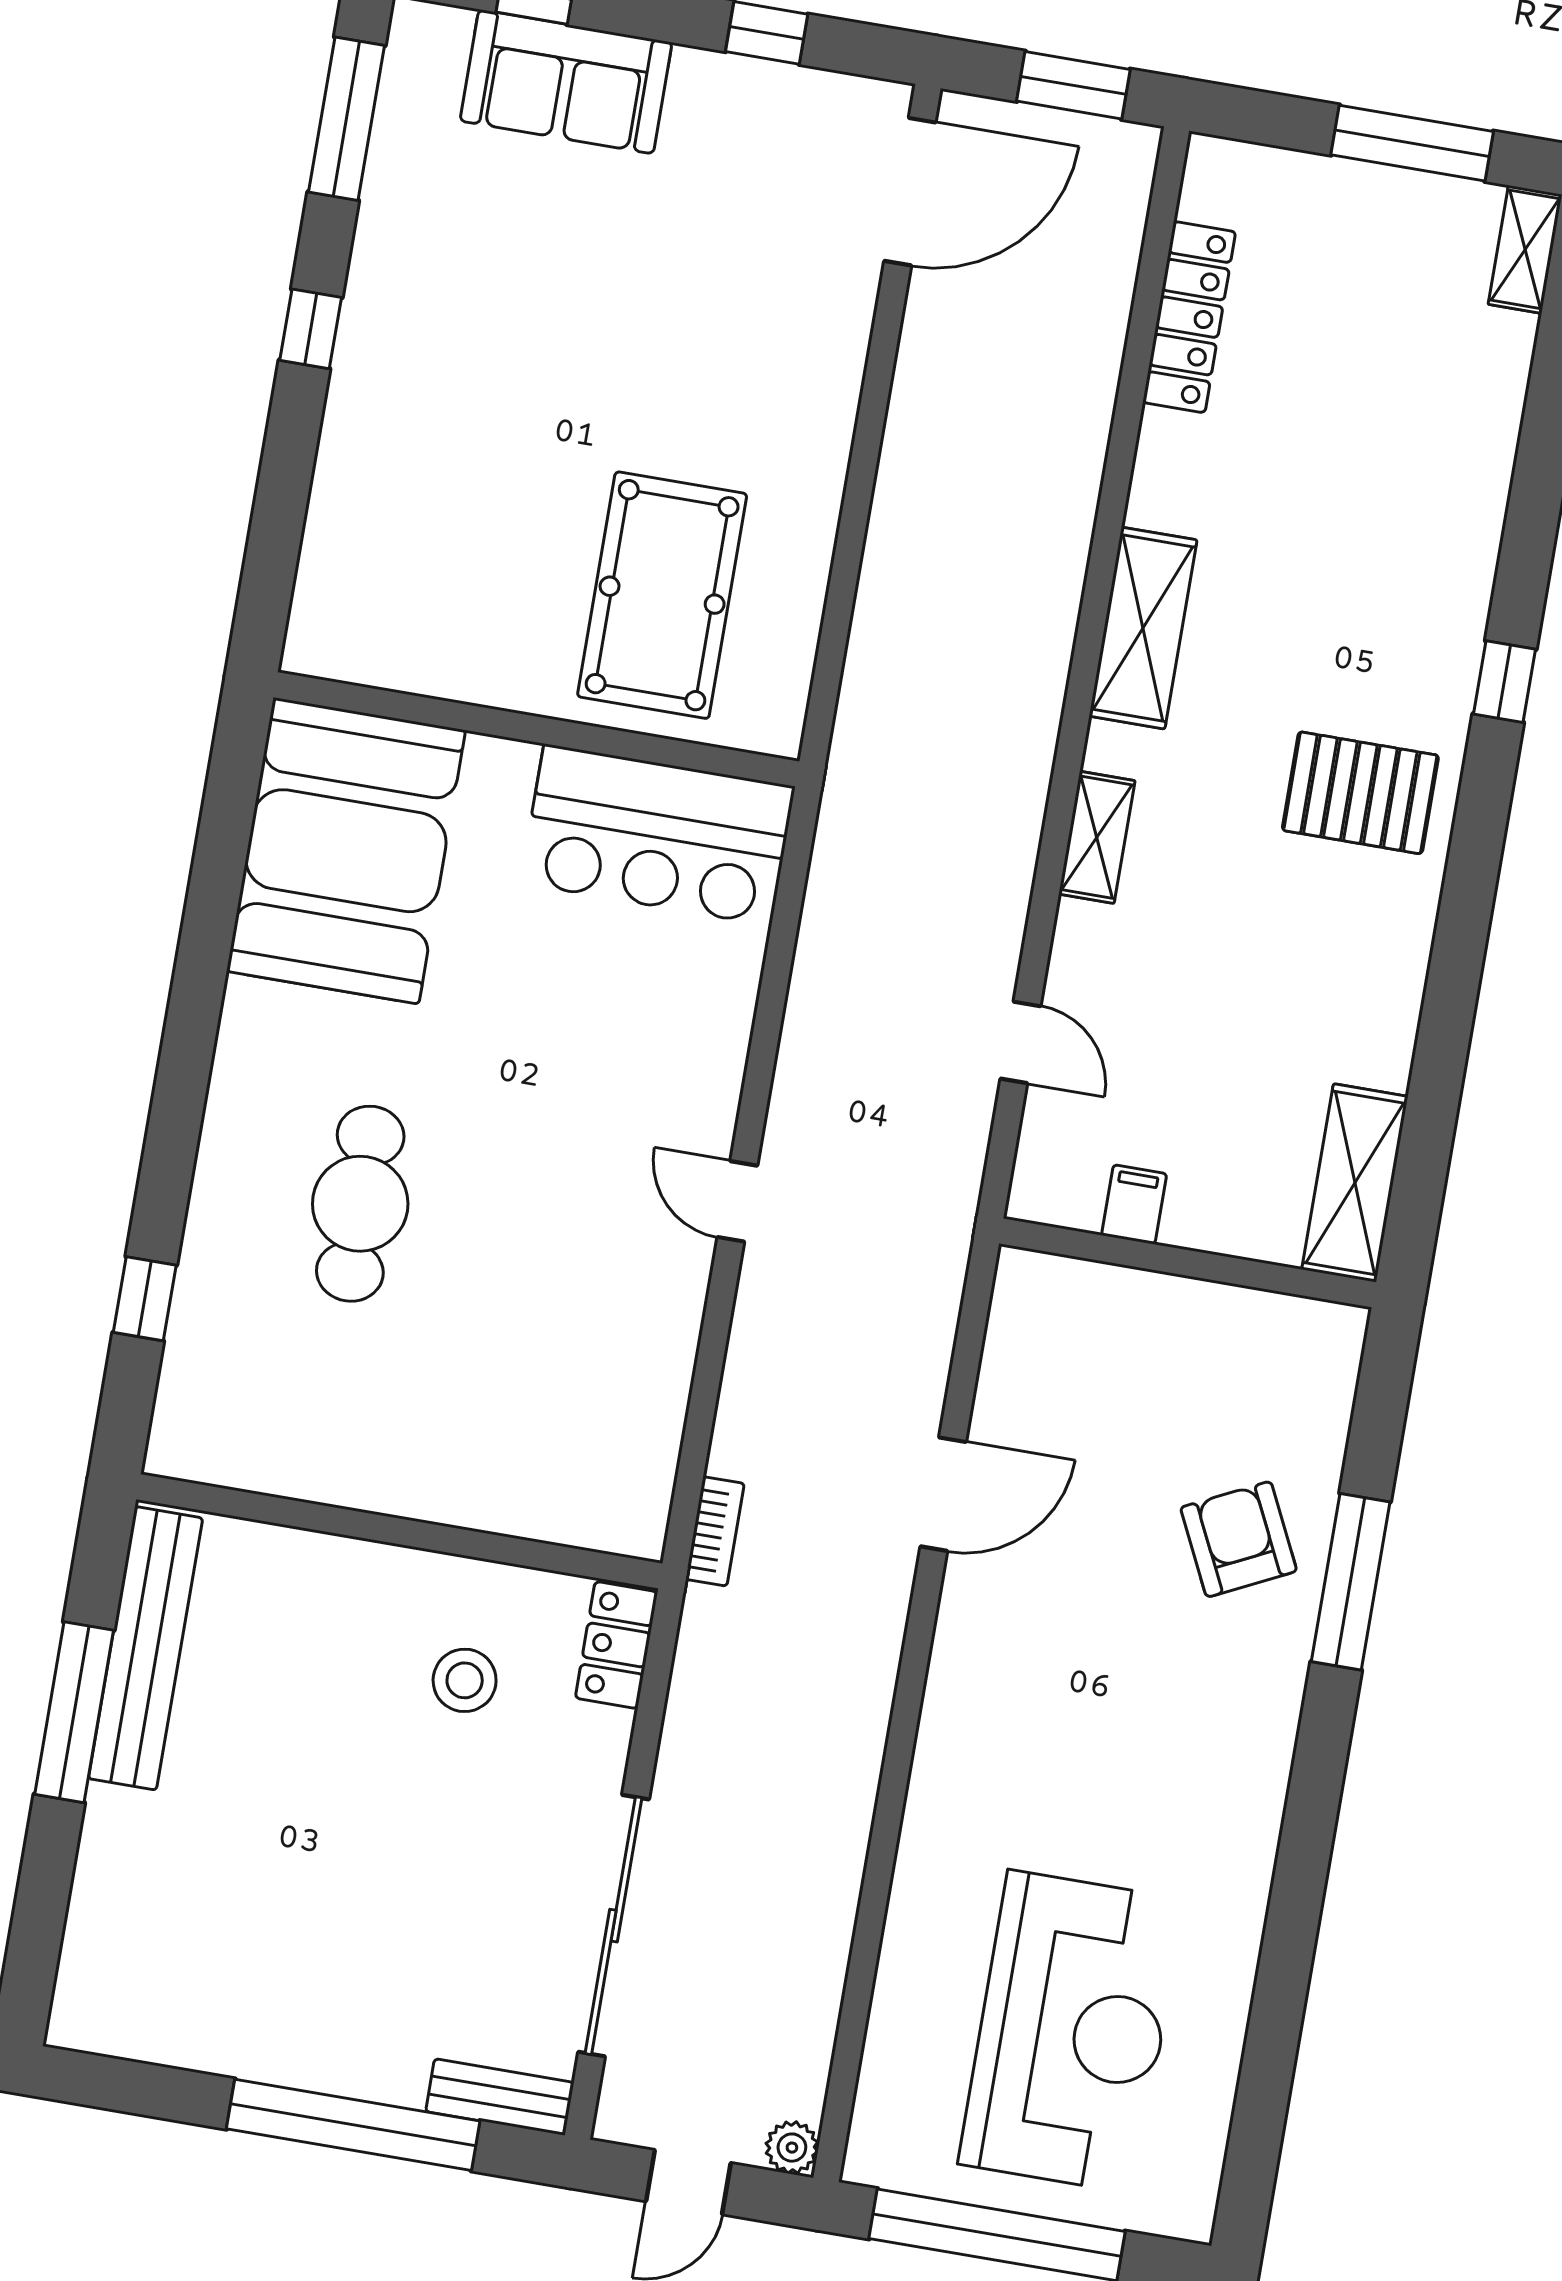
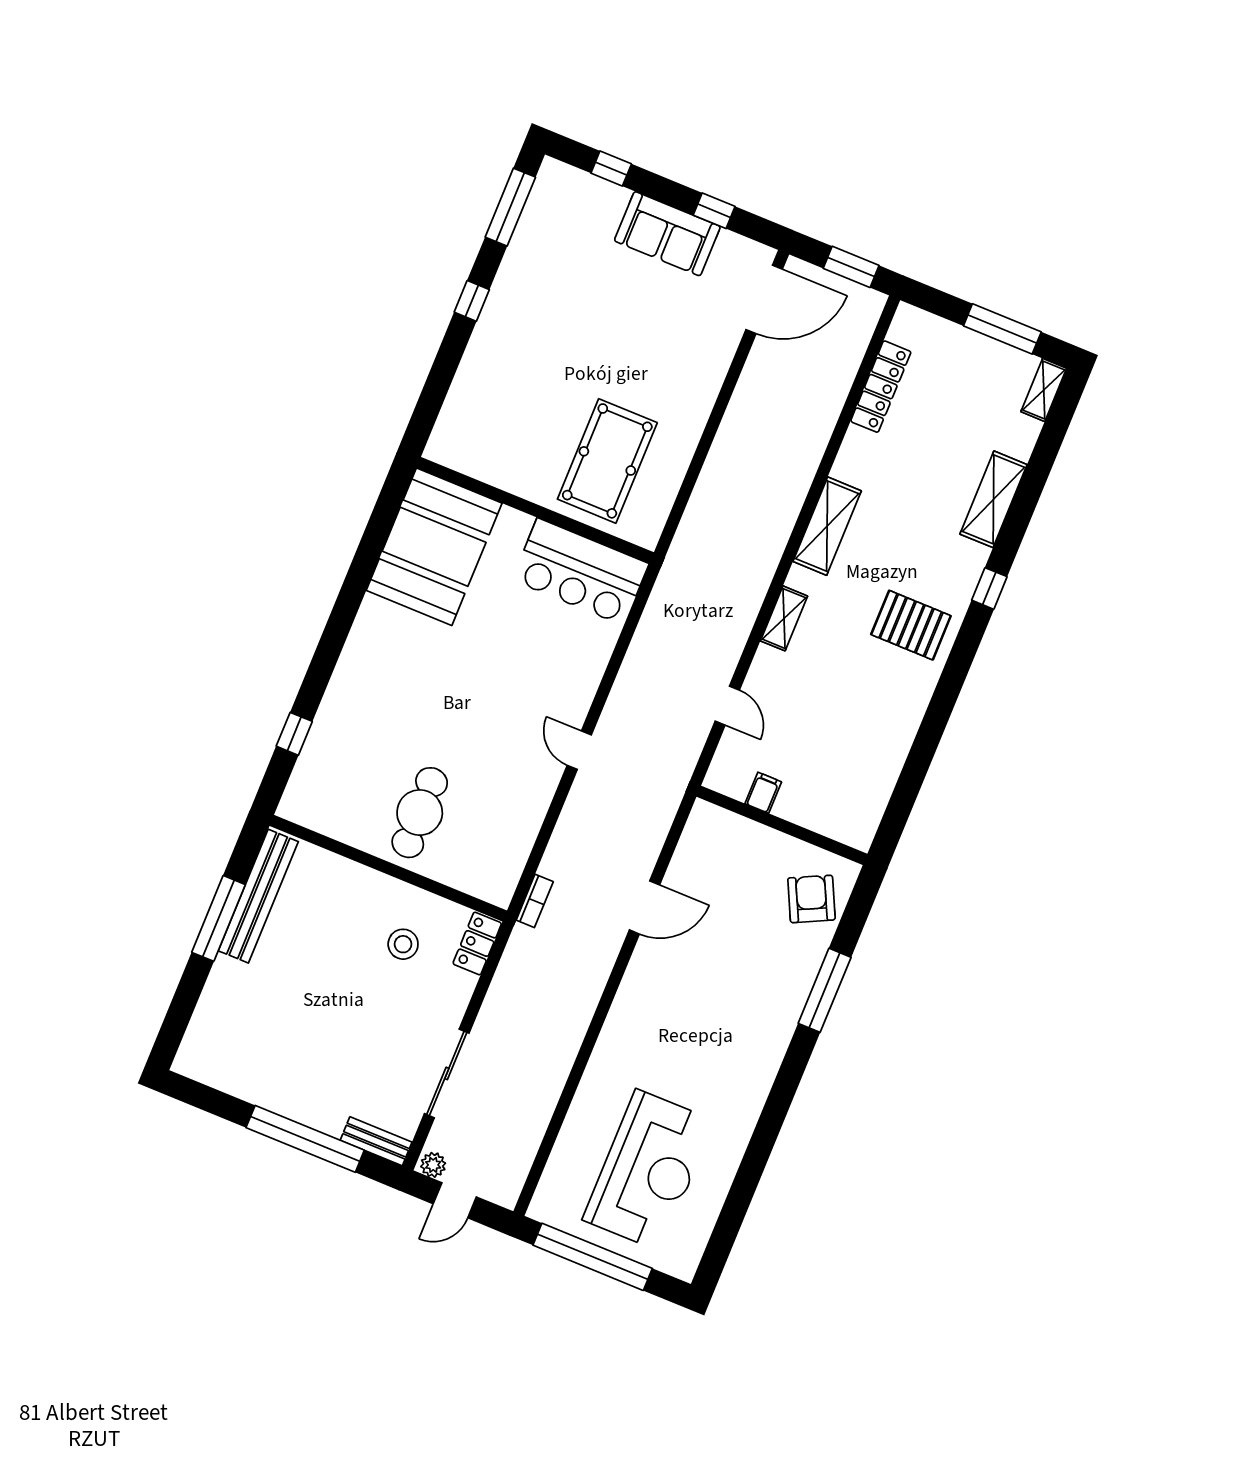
sofa: (566, 82) -> (667, 234), moved
shelving: (1355, 1183) -> (993, 499), moved
cafe table: (360, 1204) -> (420, 813), moved
armchair: (1239, 1539) -> (811, 899), moved
sliding door: (614, 1926) -> (447, 1073), width x0.73
plant: (792, 2148) -> (433, 1165), moved

